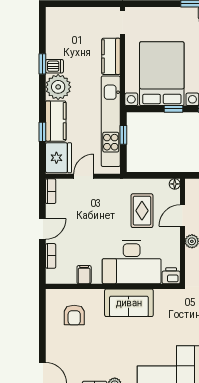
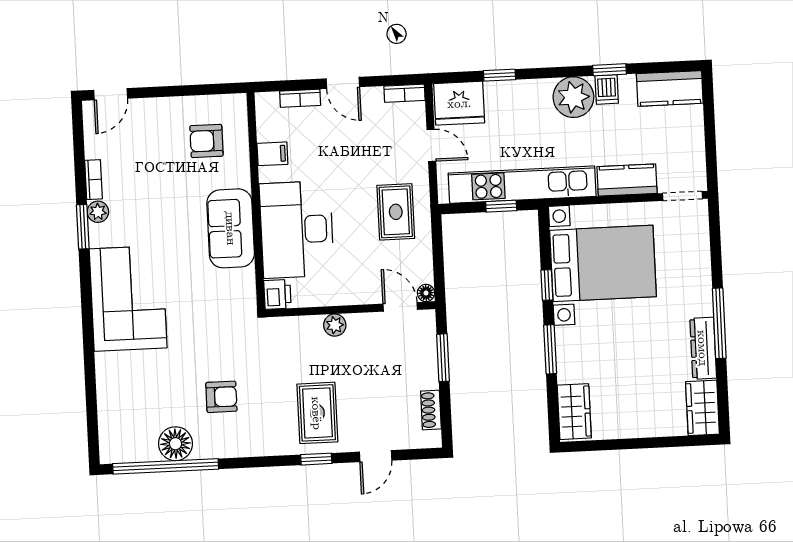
kitchen counter: (56, 121) -> (670, 88), moved
rug: (142, 211) -> (396, 212), moved, turned 90
door: (182, 216) -> (400, 307), moved

